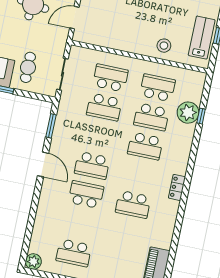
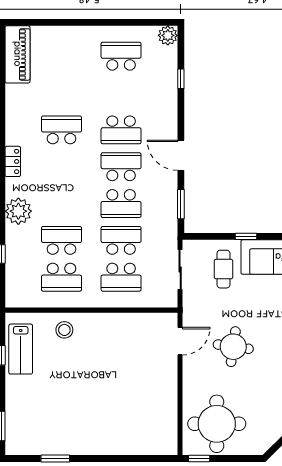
plant: (188, 113) -> (18, 211), moved
school desk: (145, 146) -> (121, 204), moved, turned 180
window: (30, 225) -> (181, 79), added

